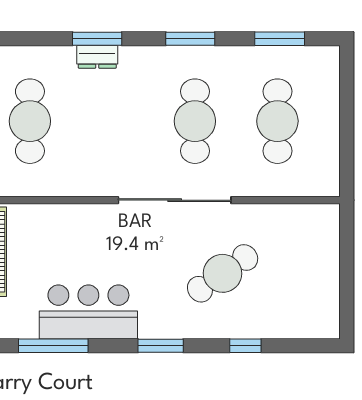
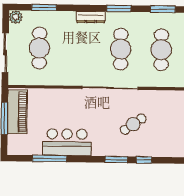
window: (97, 39) -> (44, 7), moved
dresser: (97, 57) -> (91, 17), moved, width x1.44
cafe table: (223, 273) -> (133, 124), width x0.73, depth x0.74
window: (161, 346) -> (116, 160), moved

